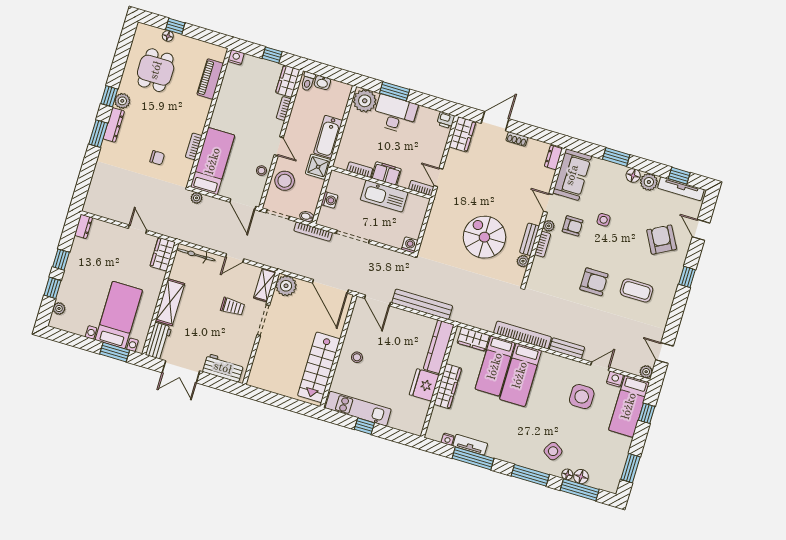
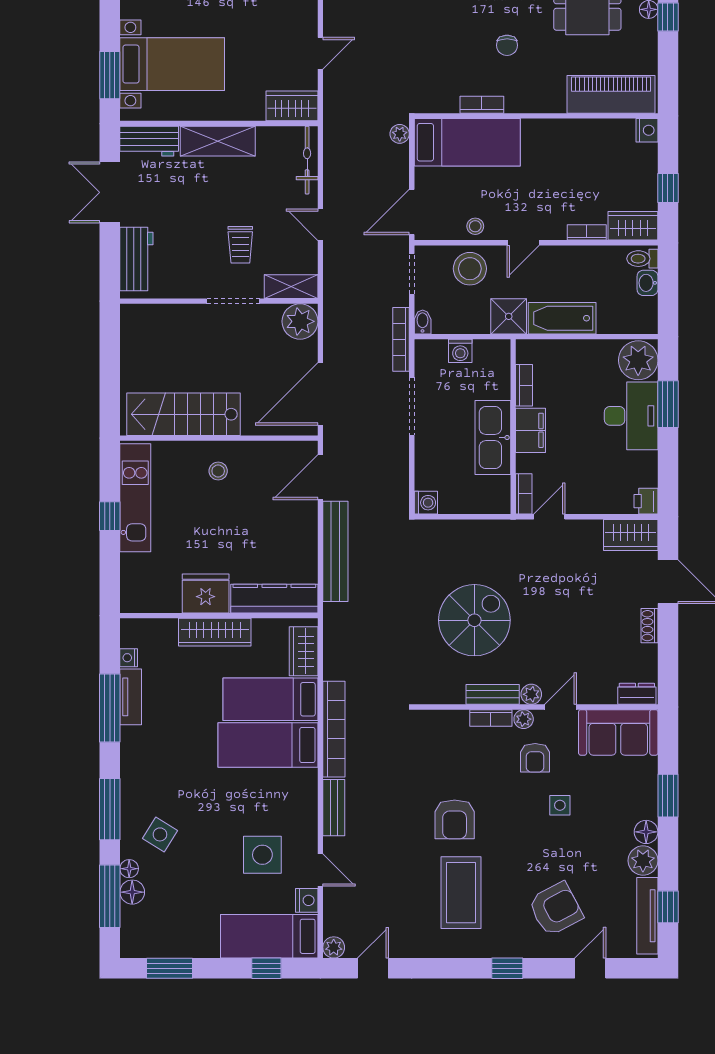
piano: (210, 79) -> (611, 94), width x1.37, depth x1.33
chair: (157, 158) -> (507, 45), moved
plant: (523, 261) -> (531, 694), moved
coffee table: (636, 290) -> (461, 893), width x1.36, depth x1.32

